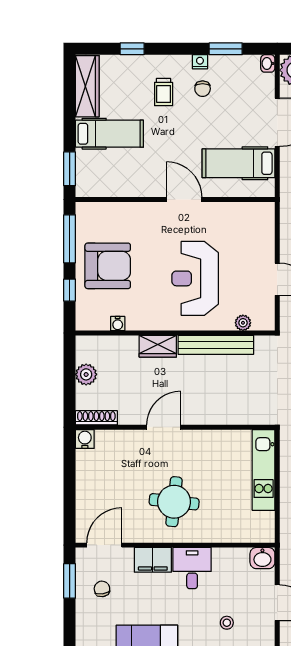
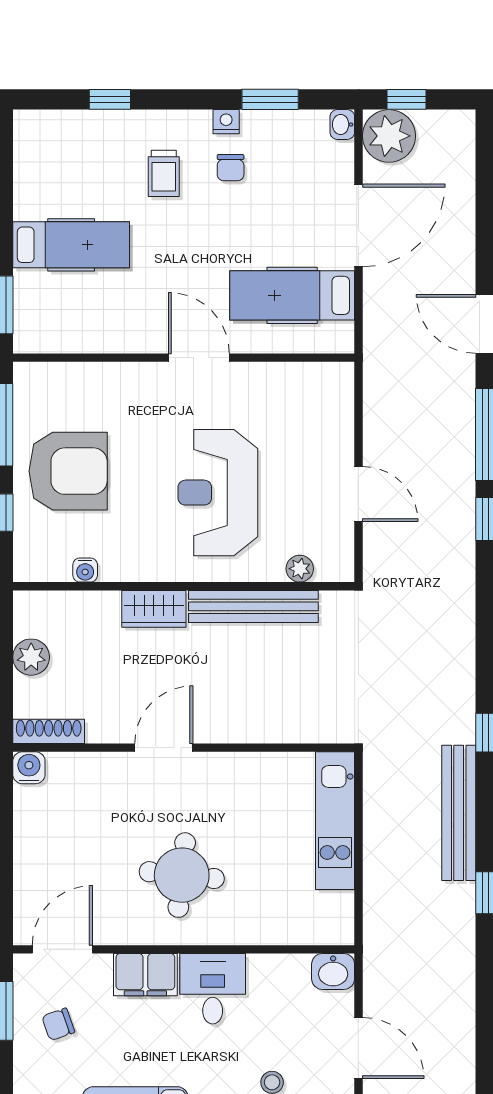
wardrobe: (87, 86) -> (33, 163), removed
chair: (102, 589) -> (58, 1024), turned -101

